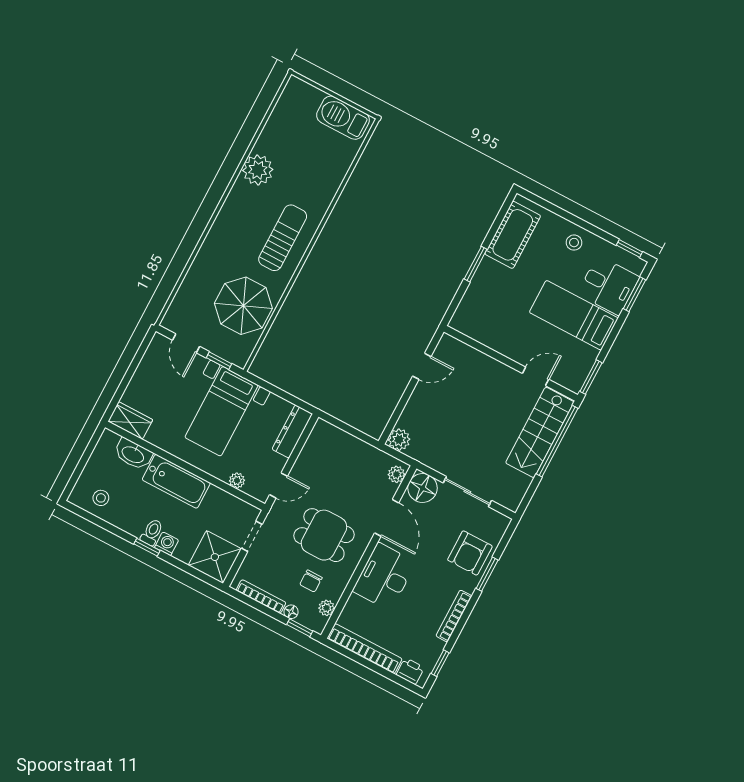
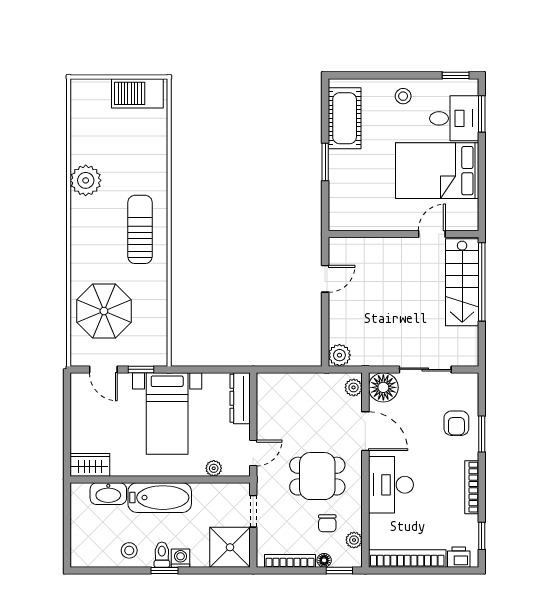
parasol: (243, 306) -> (104, 311), moved
bed: (574, 315) -> (437, 171), width x1.50
window: (591, 377) -> (482, 209), removed
stool: (101, 498) -> (129, 550), moved
armchair: (470, 553) -> (456, 423), width x0.72, depth x0.72

